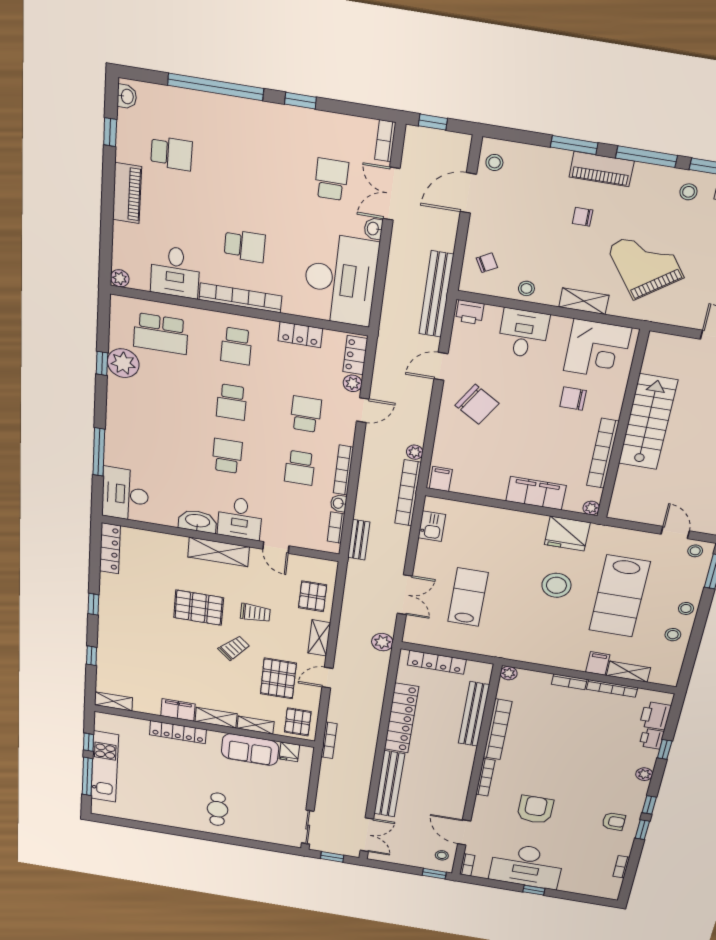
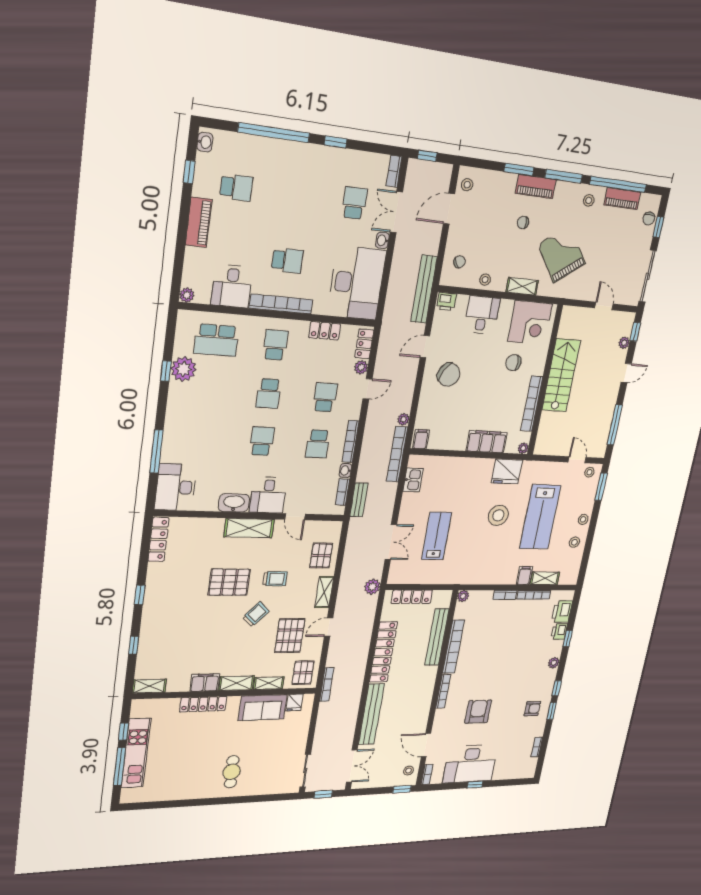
school desk: (236, 346) -> (275, 345), turned 180

